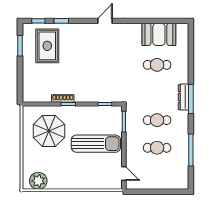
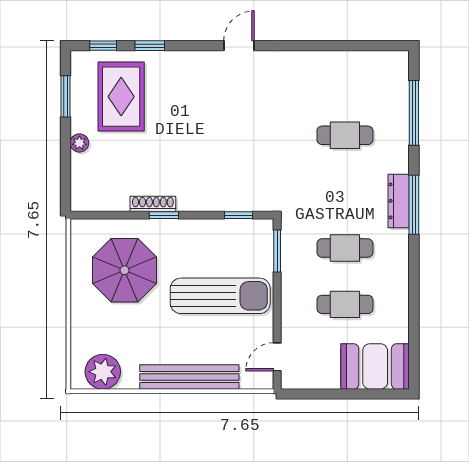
booth: (159, 34) -> (375, 366), moved
plant: (27, 69) -> (79, 143), added
window: (191, 150) -> (414, 113), moved
door: (124, 174) -> (277, 357), swing flipped
bench: (81, 183) -> (189, 377), added

